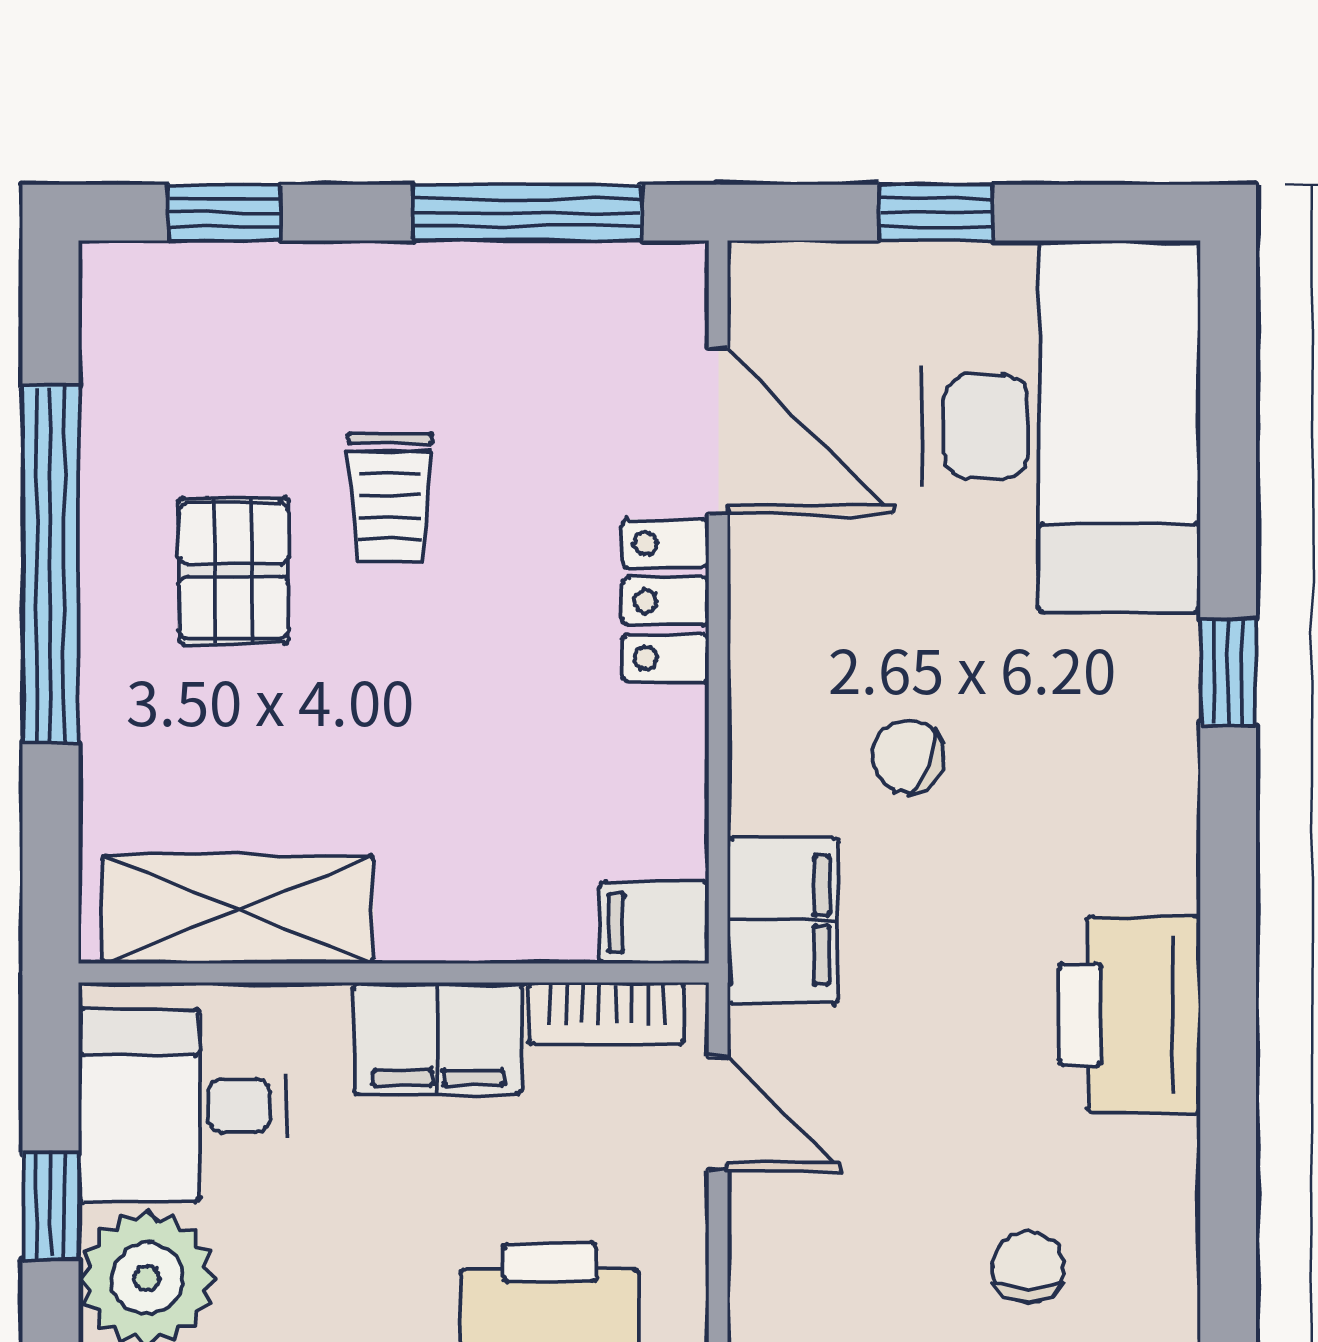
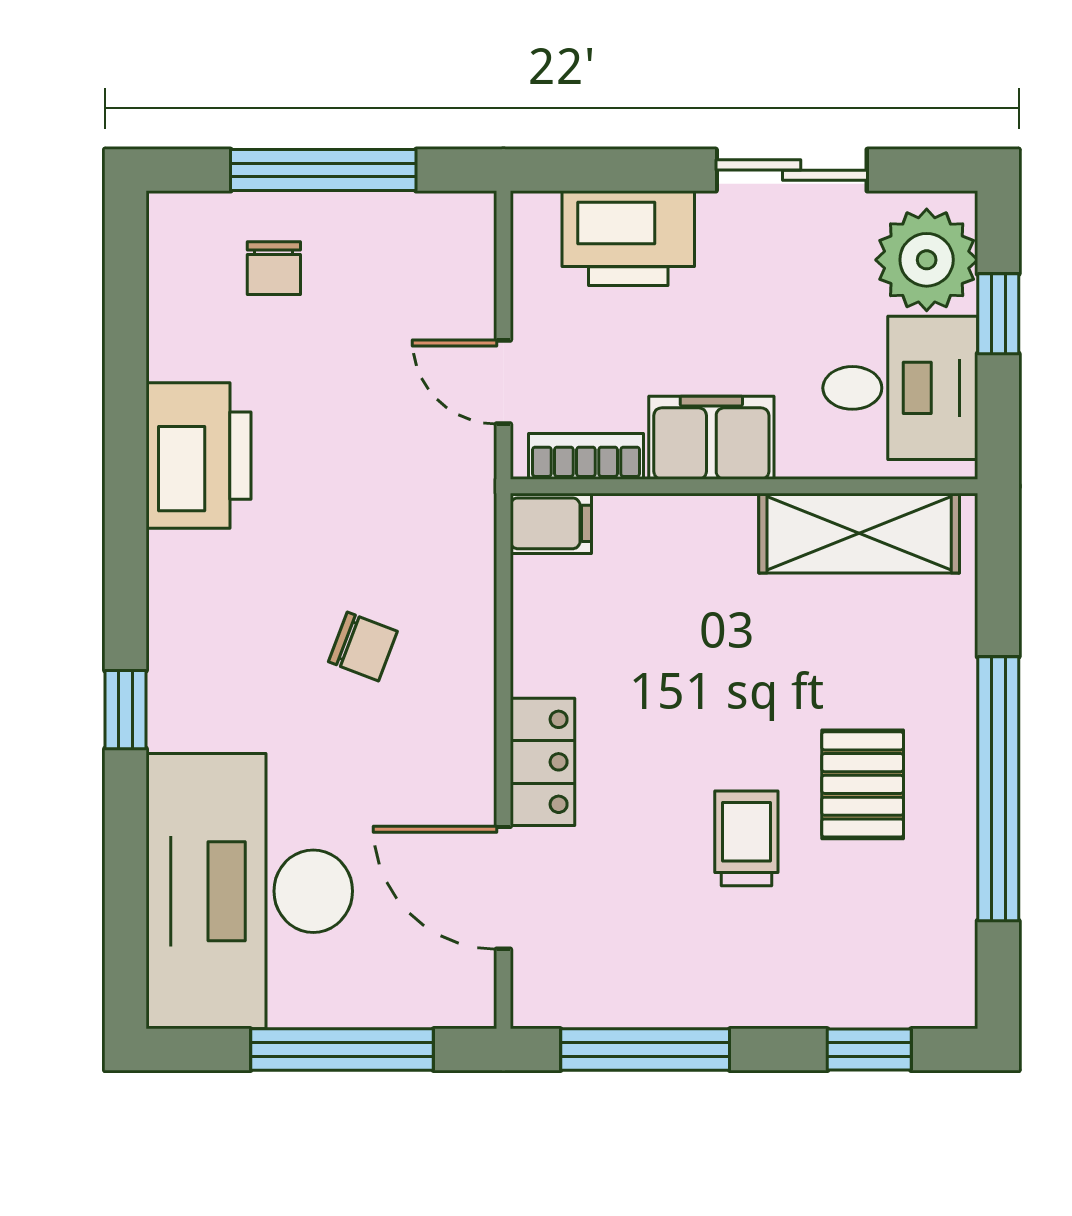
window: (936, 213) -> (342, 1050), width x2.17
filing cabinet: (783, 920) -> (455, 525), removed

